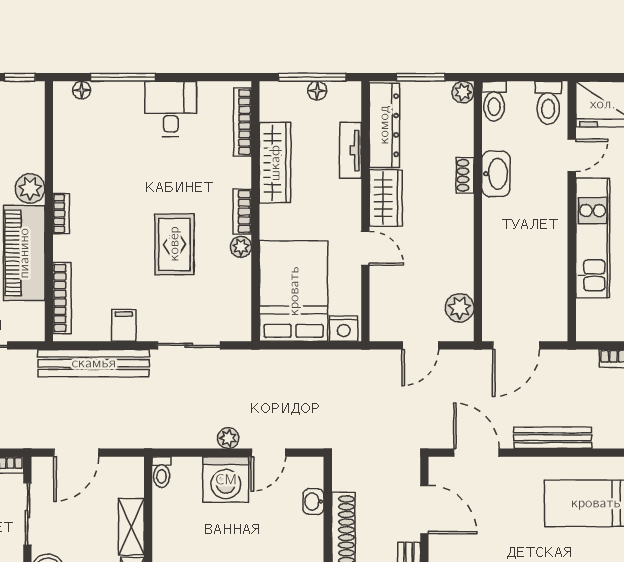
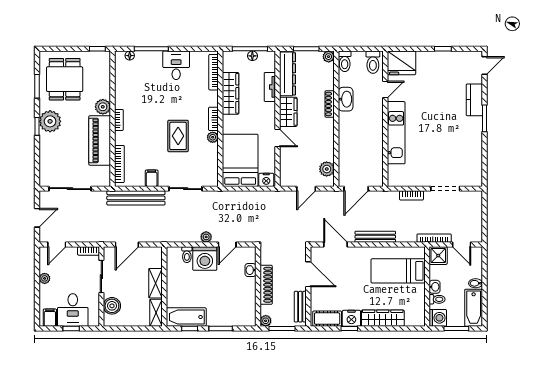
shoe rack: (465, 175) -> (330, 104), width x1.43
toilet: (162, 472) -> (187, 255), moved

